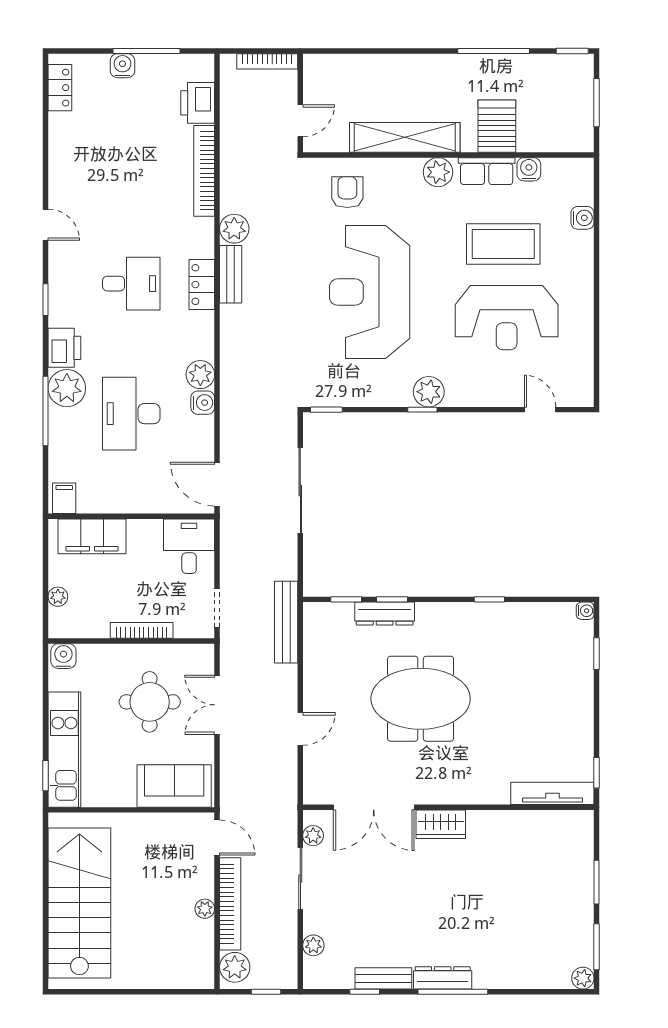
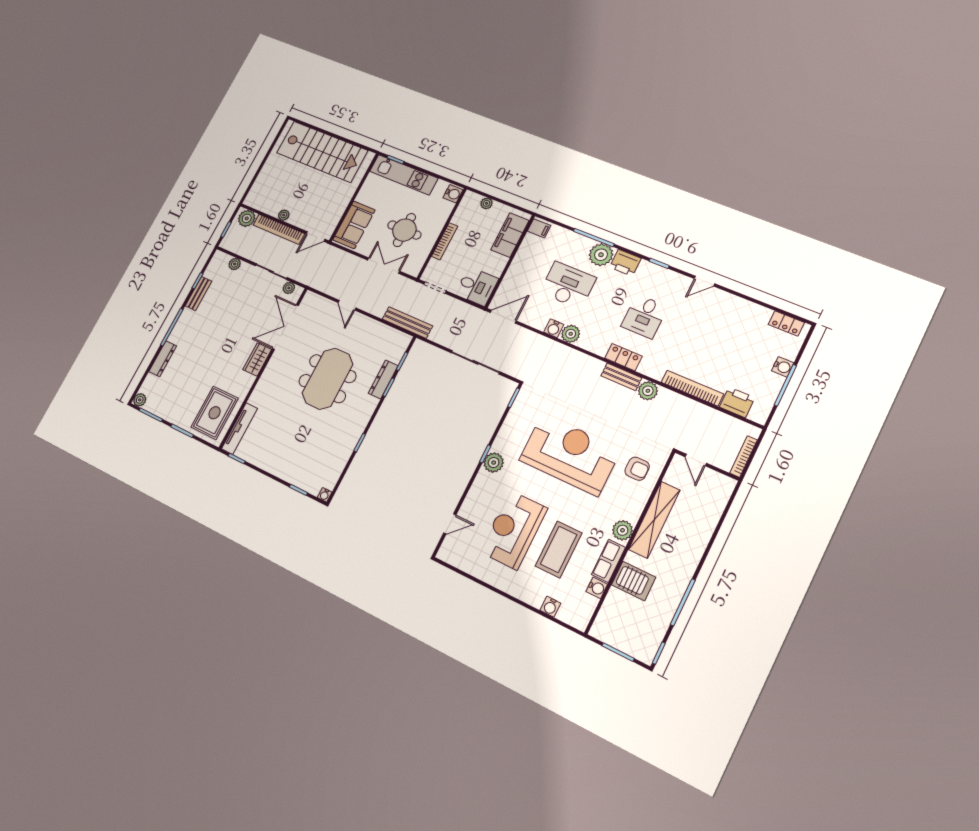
rug: (548, 846) -> (215, 413), added
dresser: (443, 978) -> (163, 359), moved

